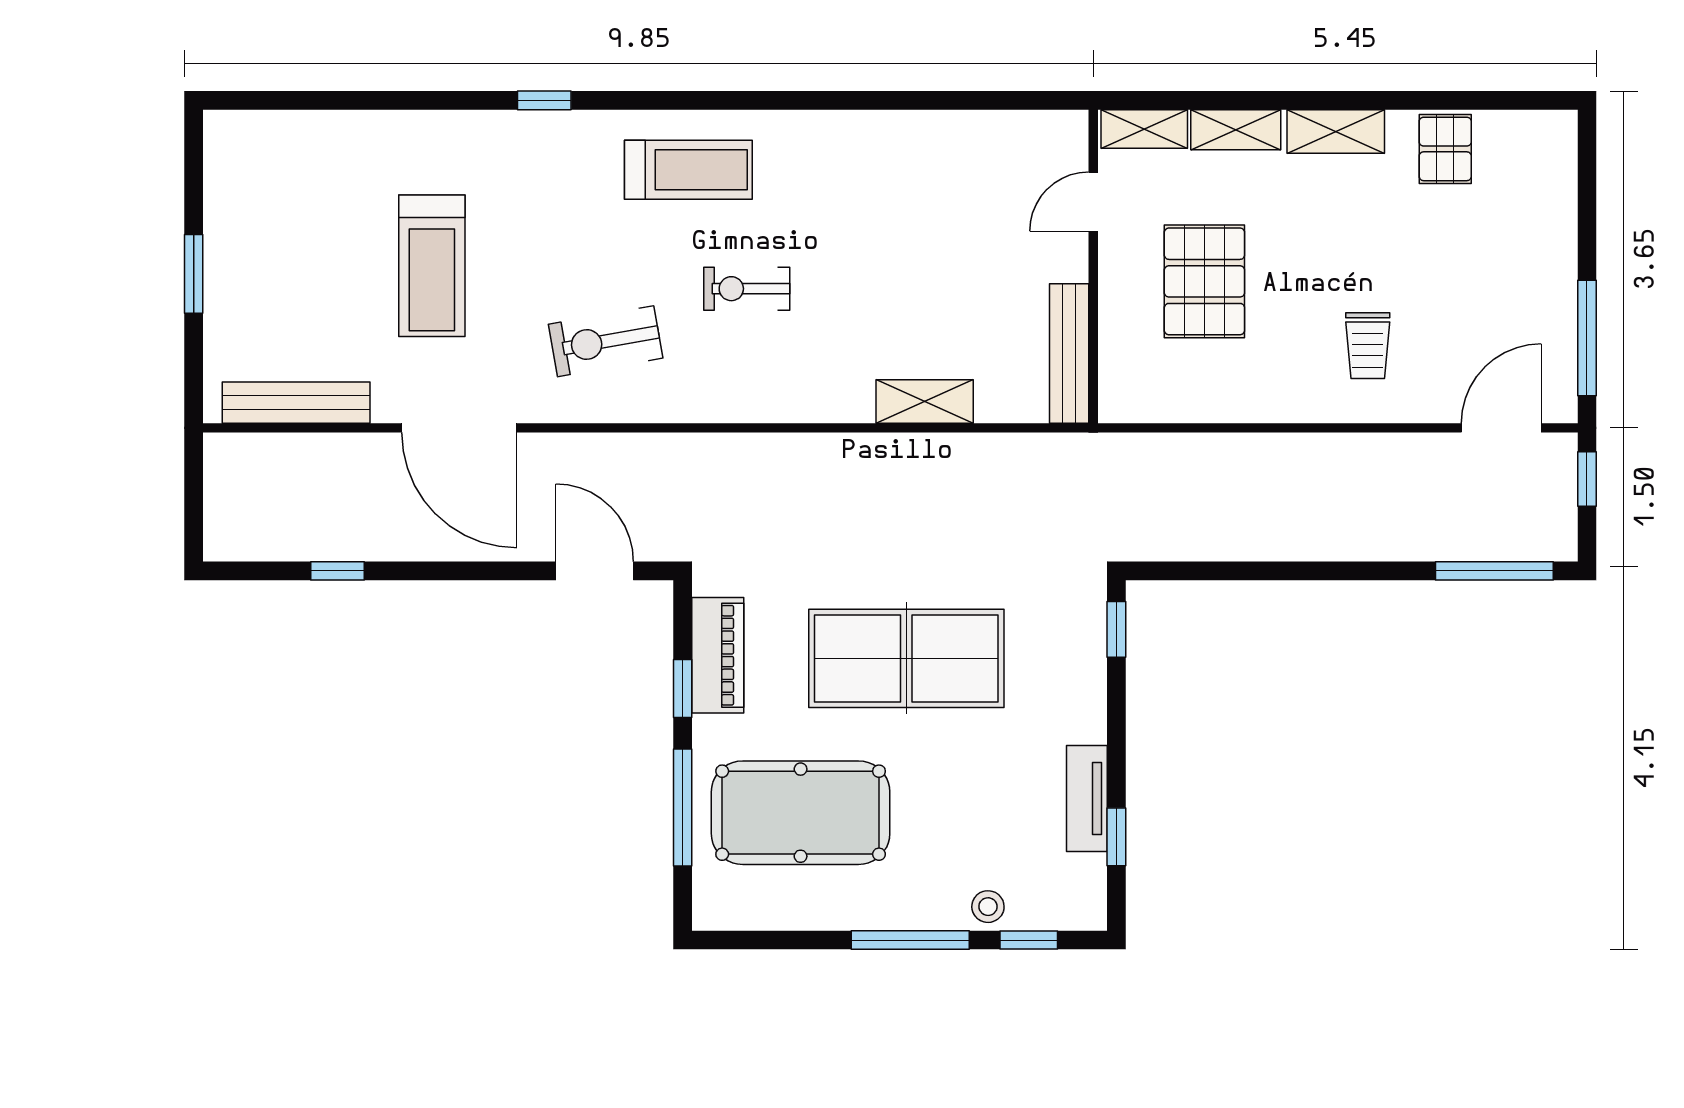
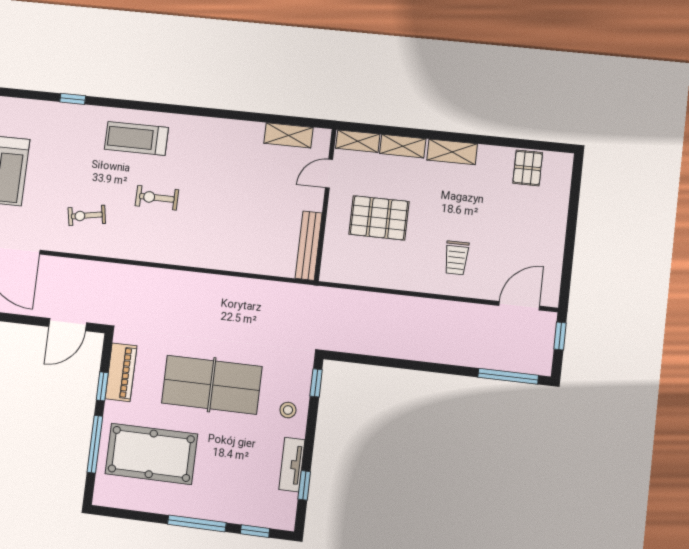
pallet: (1445, 149) -> (528, 168), moved
treadmill: (688, 170) -> (136, 138), turned 180
pallet: (1204, 281) -> (379, 218), turned 90
window: (1587, 338) -> (567, 266), removed
exercise bike: (606, 341) -> (87, 216), width x0.73, depth x0.72
shelving: (925, 401) -> (288, 135), moved
door: (595, 571) -> (68, 325), swing flipped
stool: (988, 907) -> (288, 410), moved

